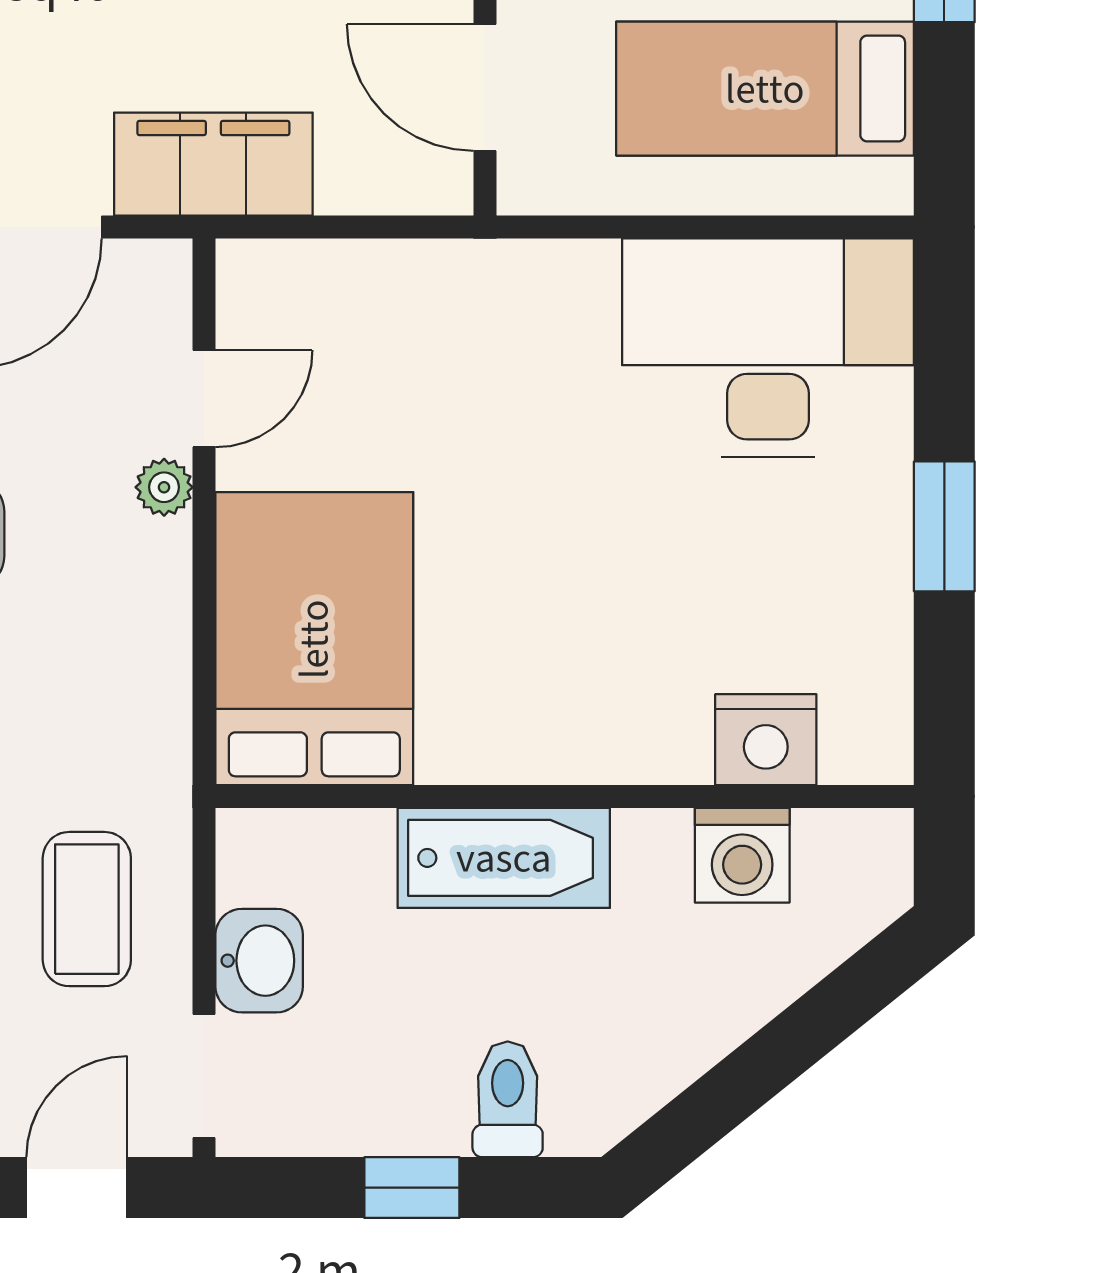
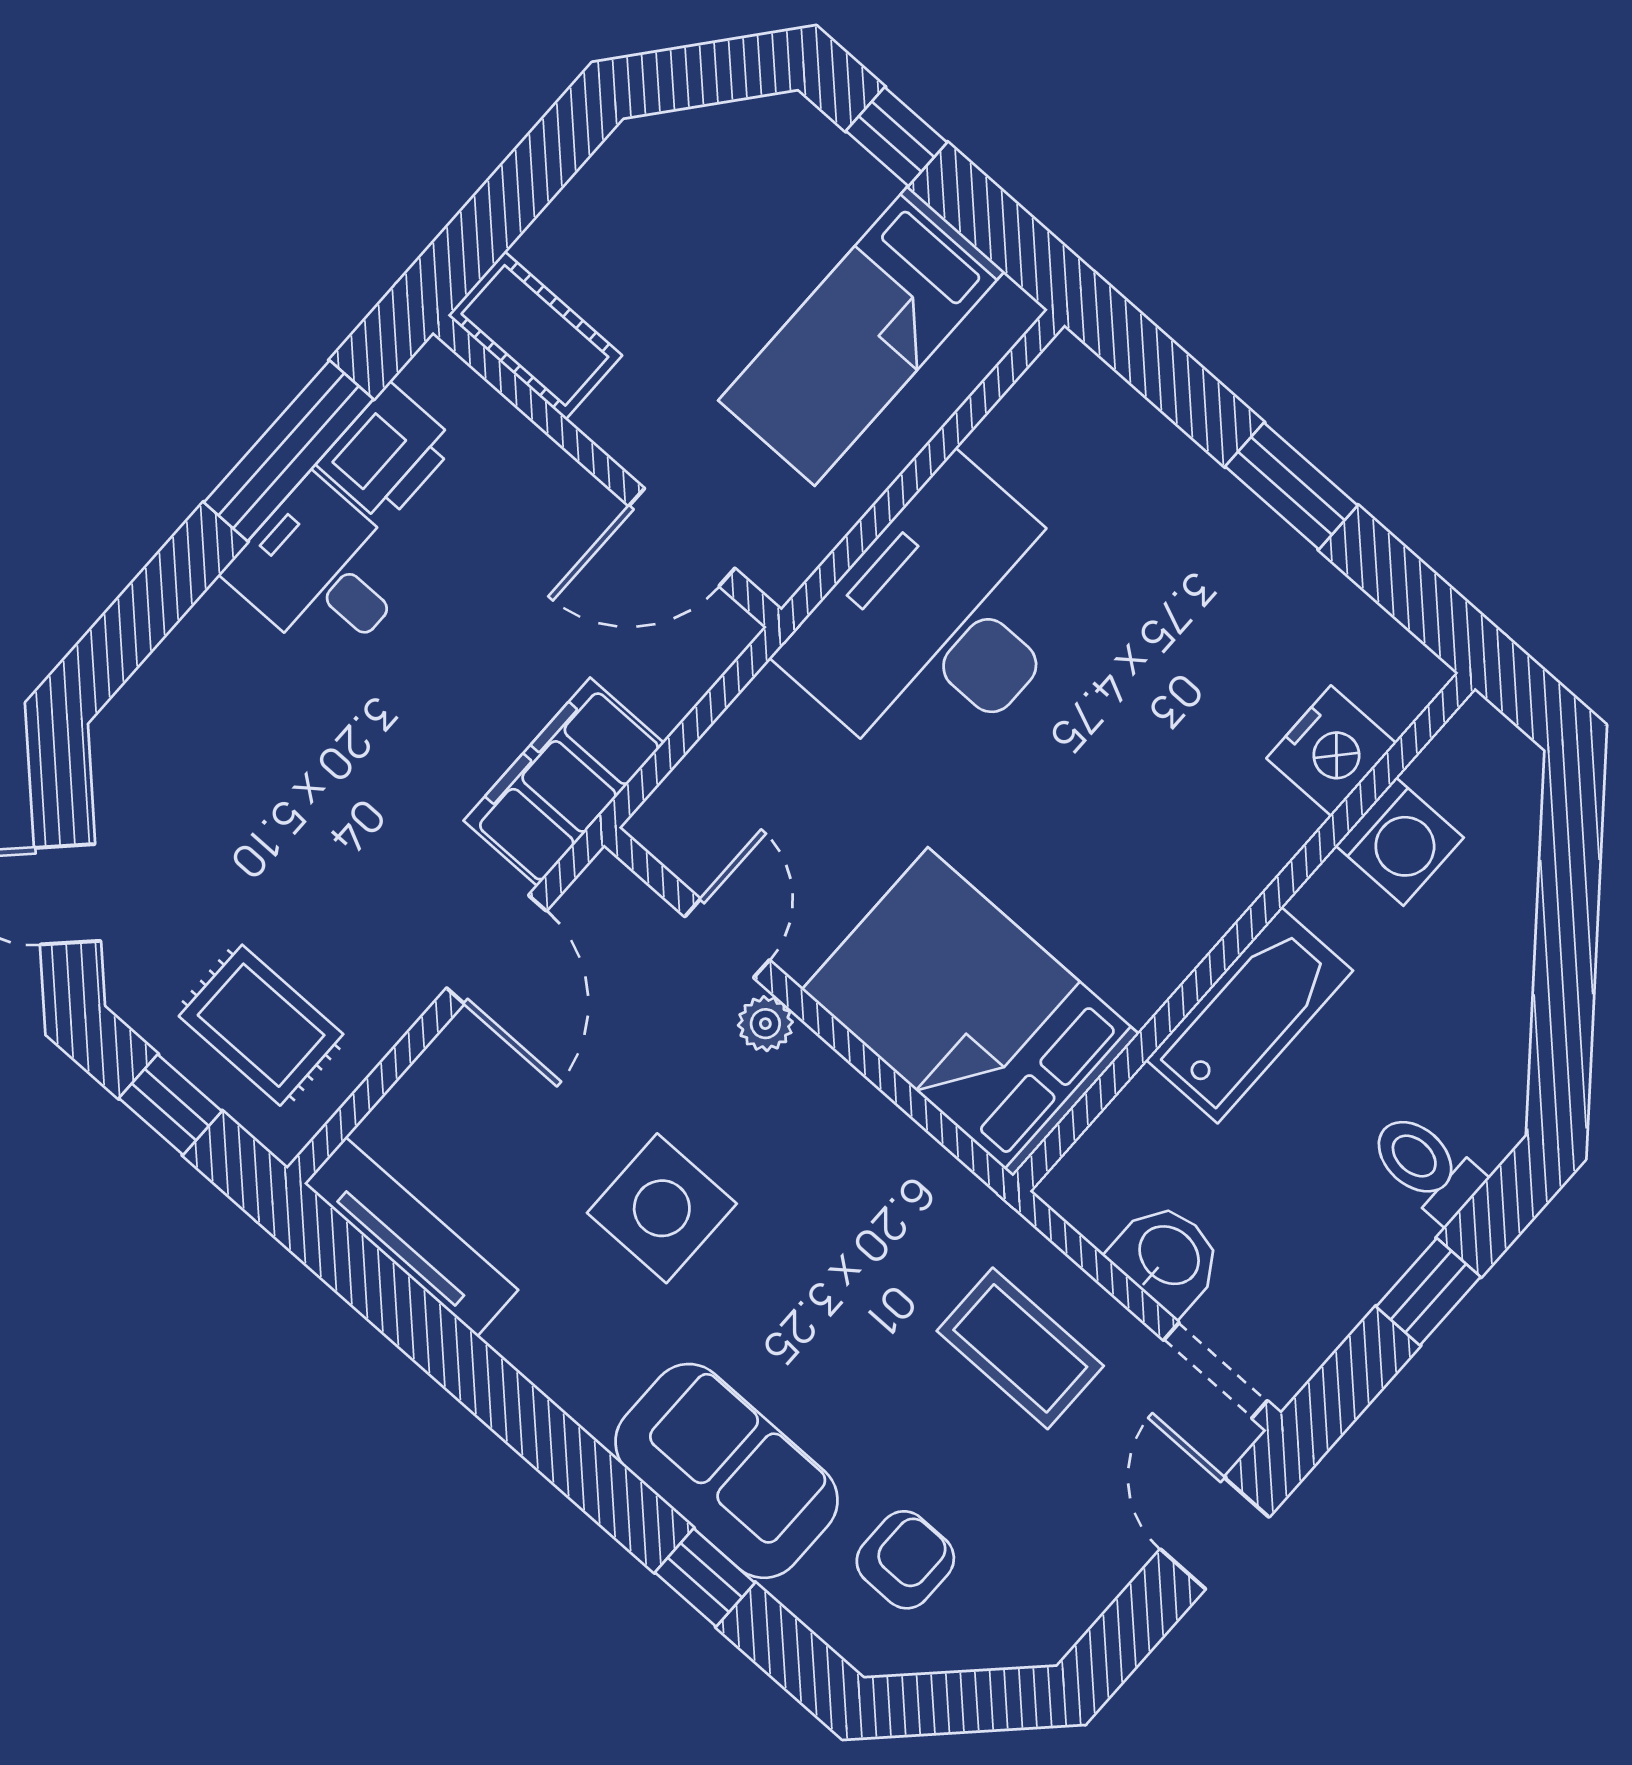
desk: (768, 348) -> (941, 622), moved

